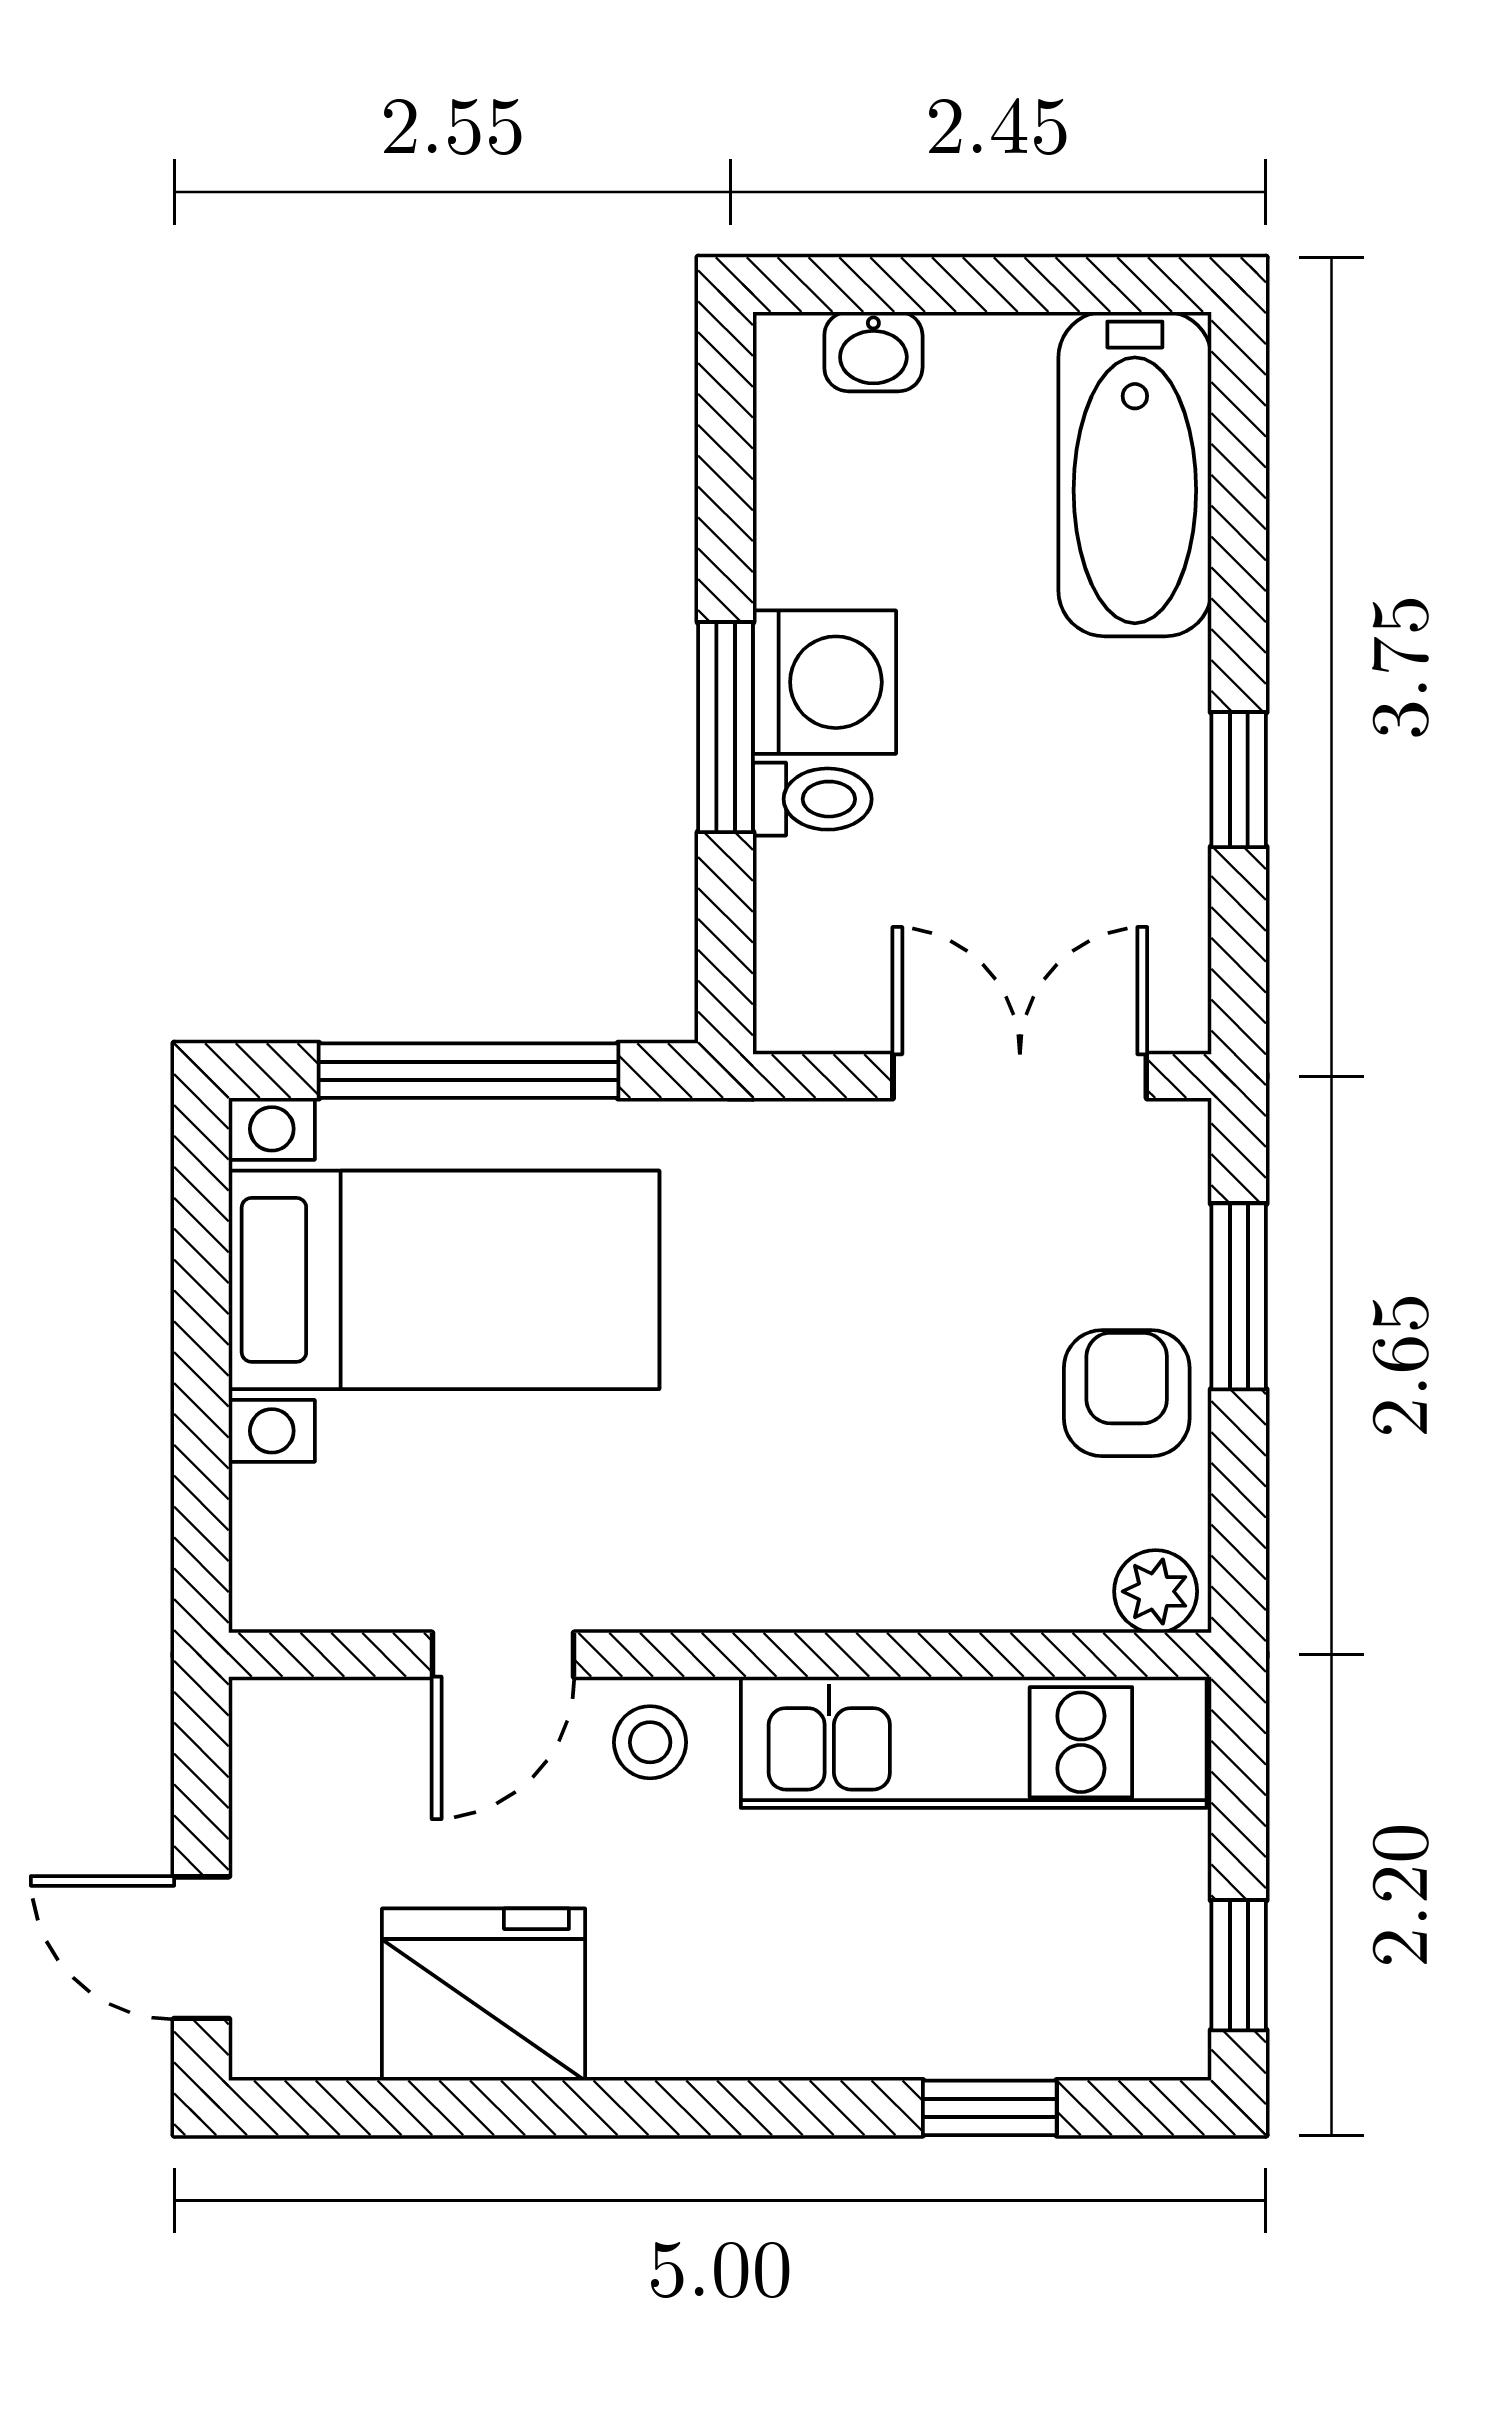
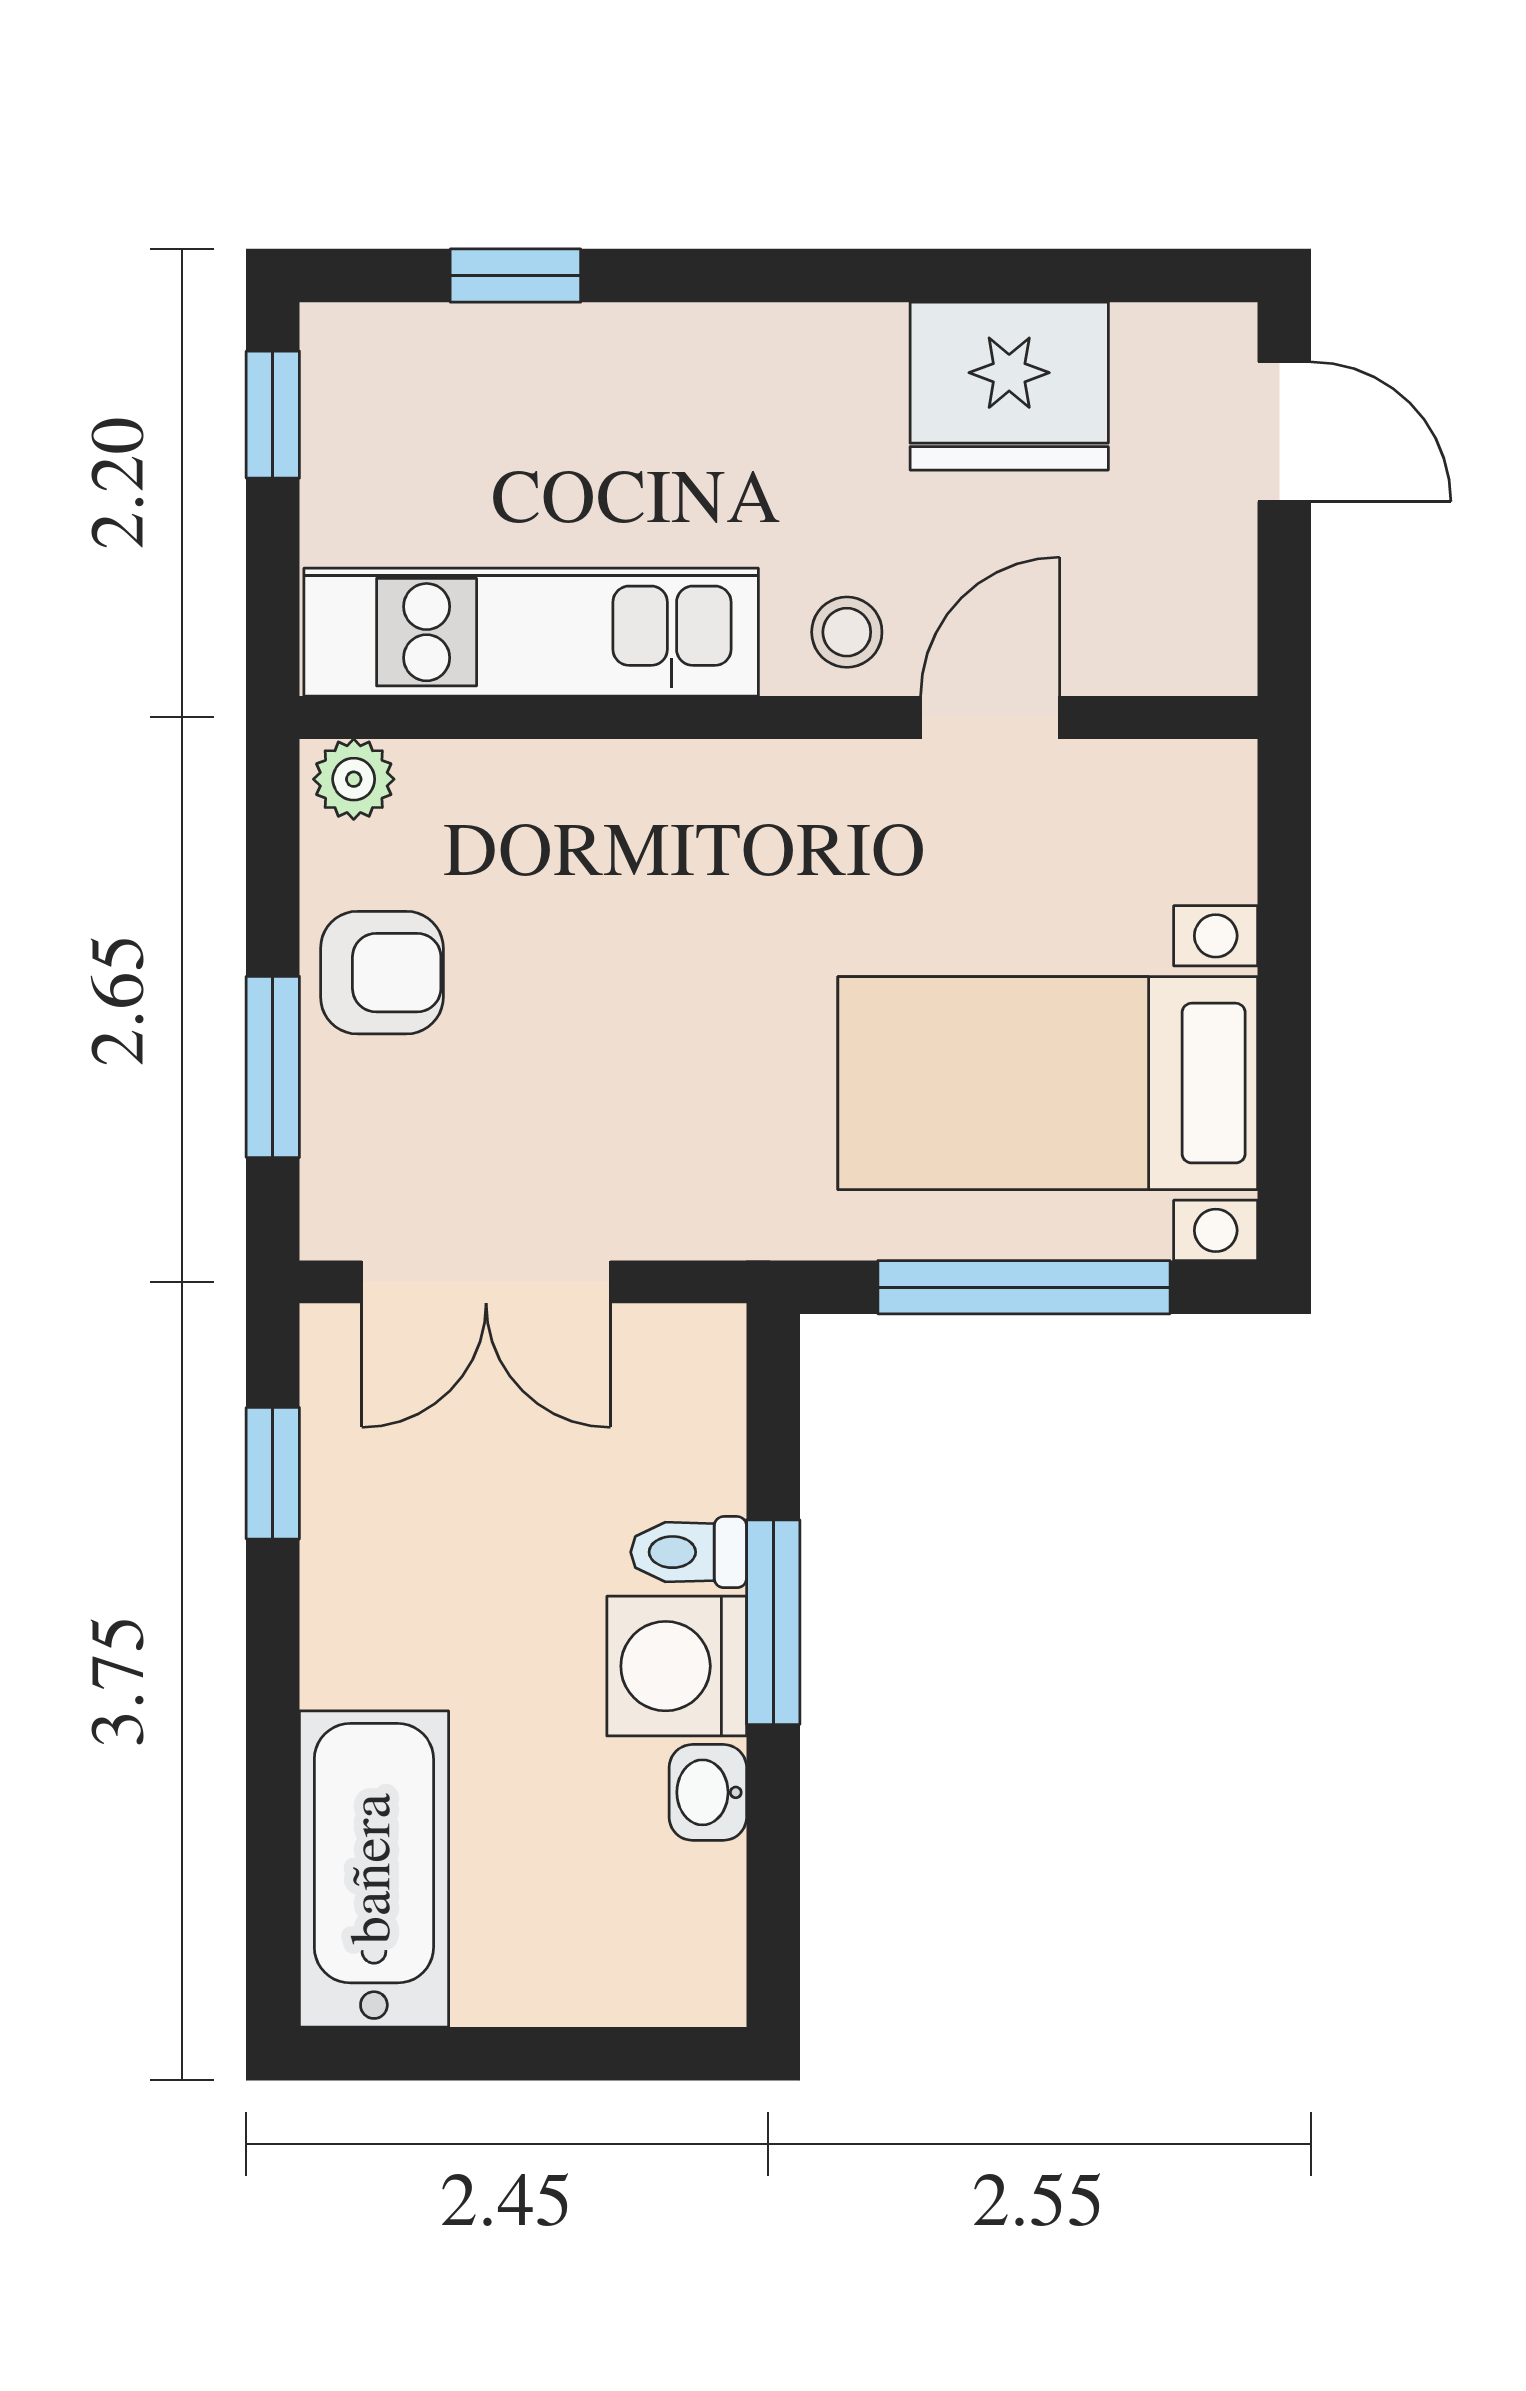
washbasin: (873, 352) -> (708, 1792), moved, turned -90
window: (1239, 780) -> (273, 1473), moved
armchair: (1127, 1393) -> (382, 973), turned -90

